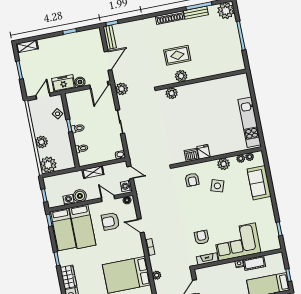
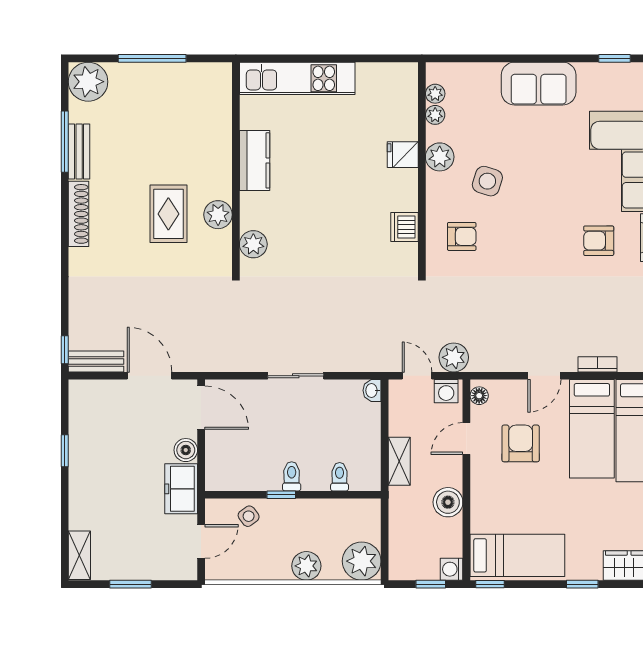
kitchen counter: (207, 87) -> (255, 160), added
plant: (122, 89) -> (454, 357), moved
door: (43, 96) -> (201, 541), swing flipped
kitchen unit: (249, 122) -> (297, 78), moved
fridge: (204, 152) -> (403, 155), moved
door: (130, 173) -> (417, 376), hinge flipped
sofa: (259, 183) -> (539, 84), moved
washing machine: (69, 200) -> (452, 569), moved
armchair: (110, 221) -> (521, 443), turned 180
bed: (83, 226) -> (592, 429), moved, turned 90

